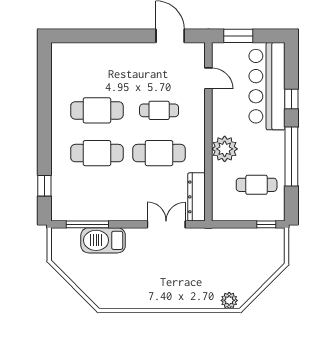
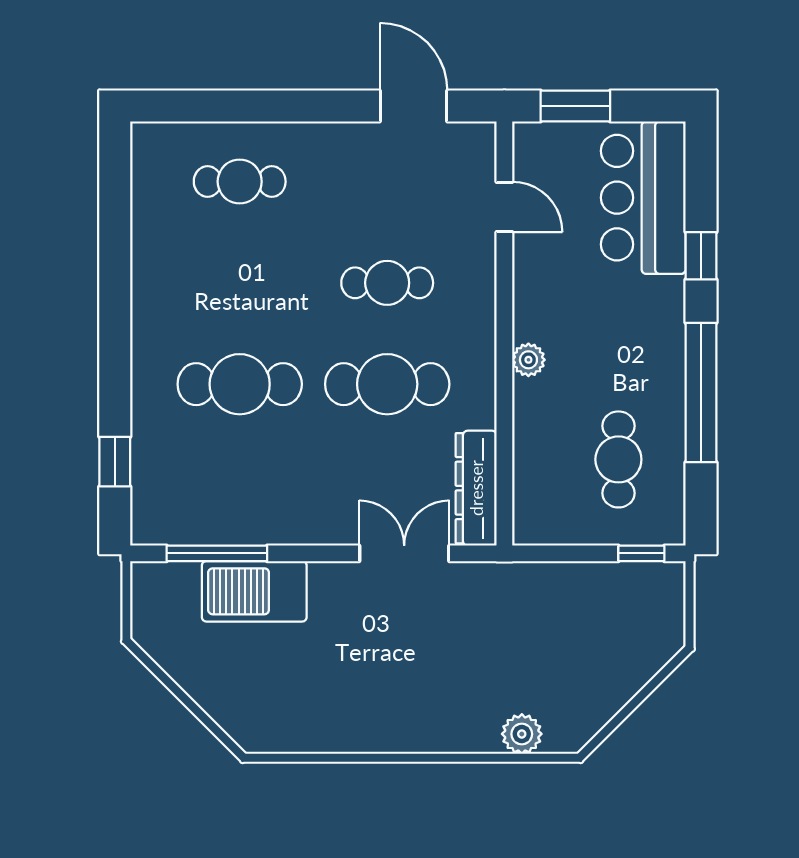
bar counter: (267, 86) -> (643, 198), width x0.73
cafe table: (97, 110) -> (240, 182), moved, width x0.73, depth x0.74
plant: (225, 149) -> (528, 360), width x0.53, depth x0.53
cafe table: (257, 185) -> (618, 459), turned 90
plant: (229, 300) -> (522, 734), moved

